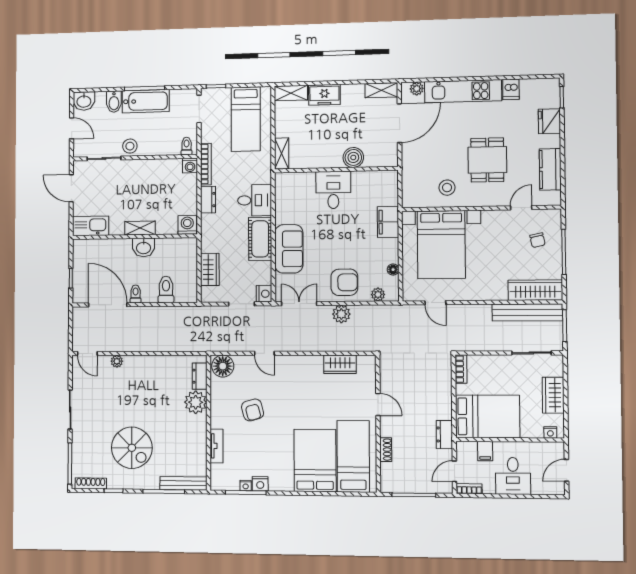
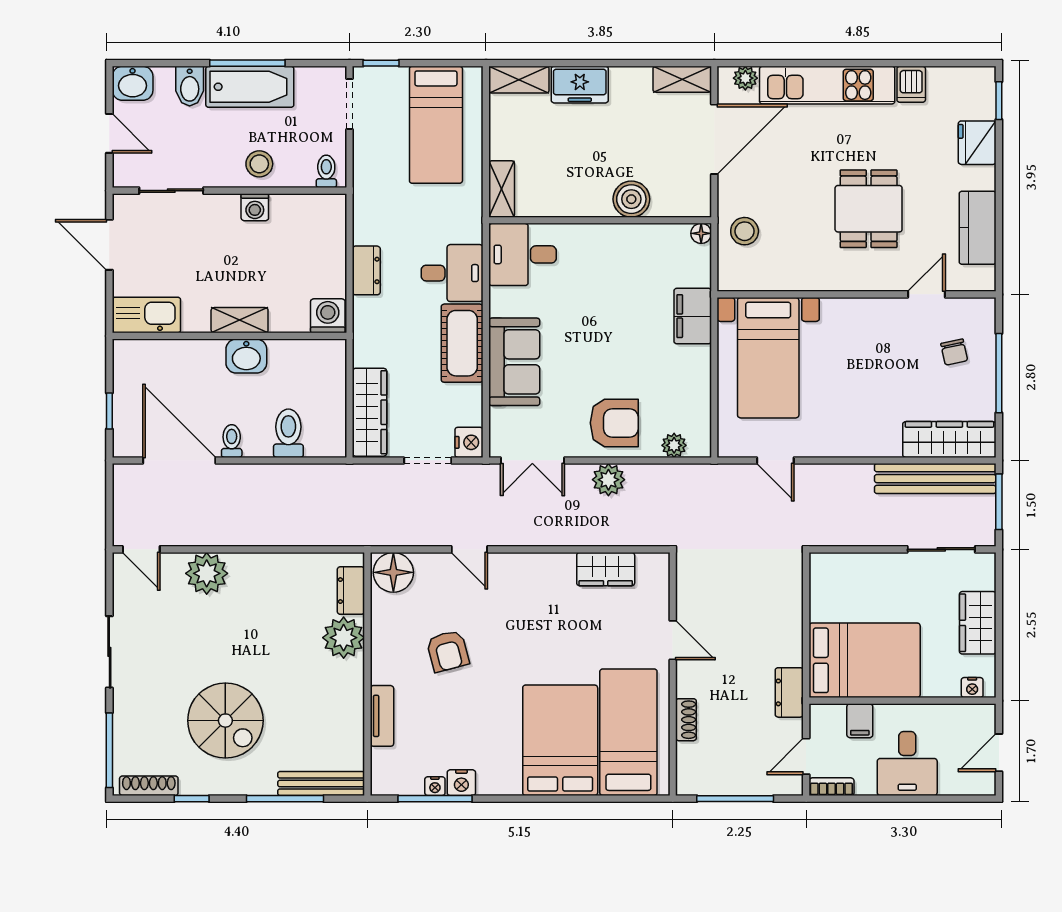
stool: (130, 146) -> (259, 164), moved
bookcase: (206, 164) -> (362, 205), removed
washing machine: (190, 165) -> (255, 207), moved
stool: (447, 188) -> (745, 231), moved
desk: (333, 190) -> (523, 254), moved, turned -90
bed with nightstands: (441, 245) -> (768, 358), width x0.73
wardrobe: (210, 269) -> (370, 412), width x1.50
floor lamp: (393, 270) -> (701, 233), moved
double door: (299, 304) -> (532, 460), swing flipped
plant: (117, 361) -> (207, 573), width x1.87, depth x1.87
bookcase: (461, 369) -> (819, 578), removed

